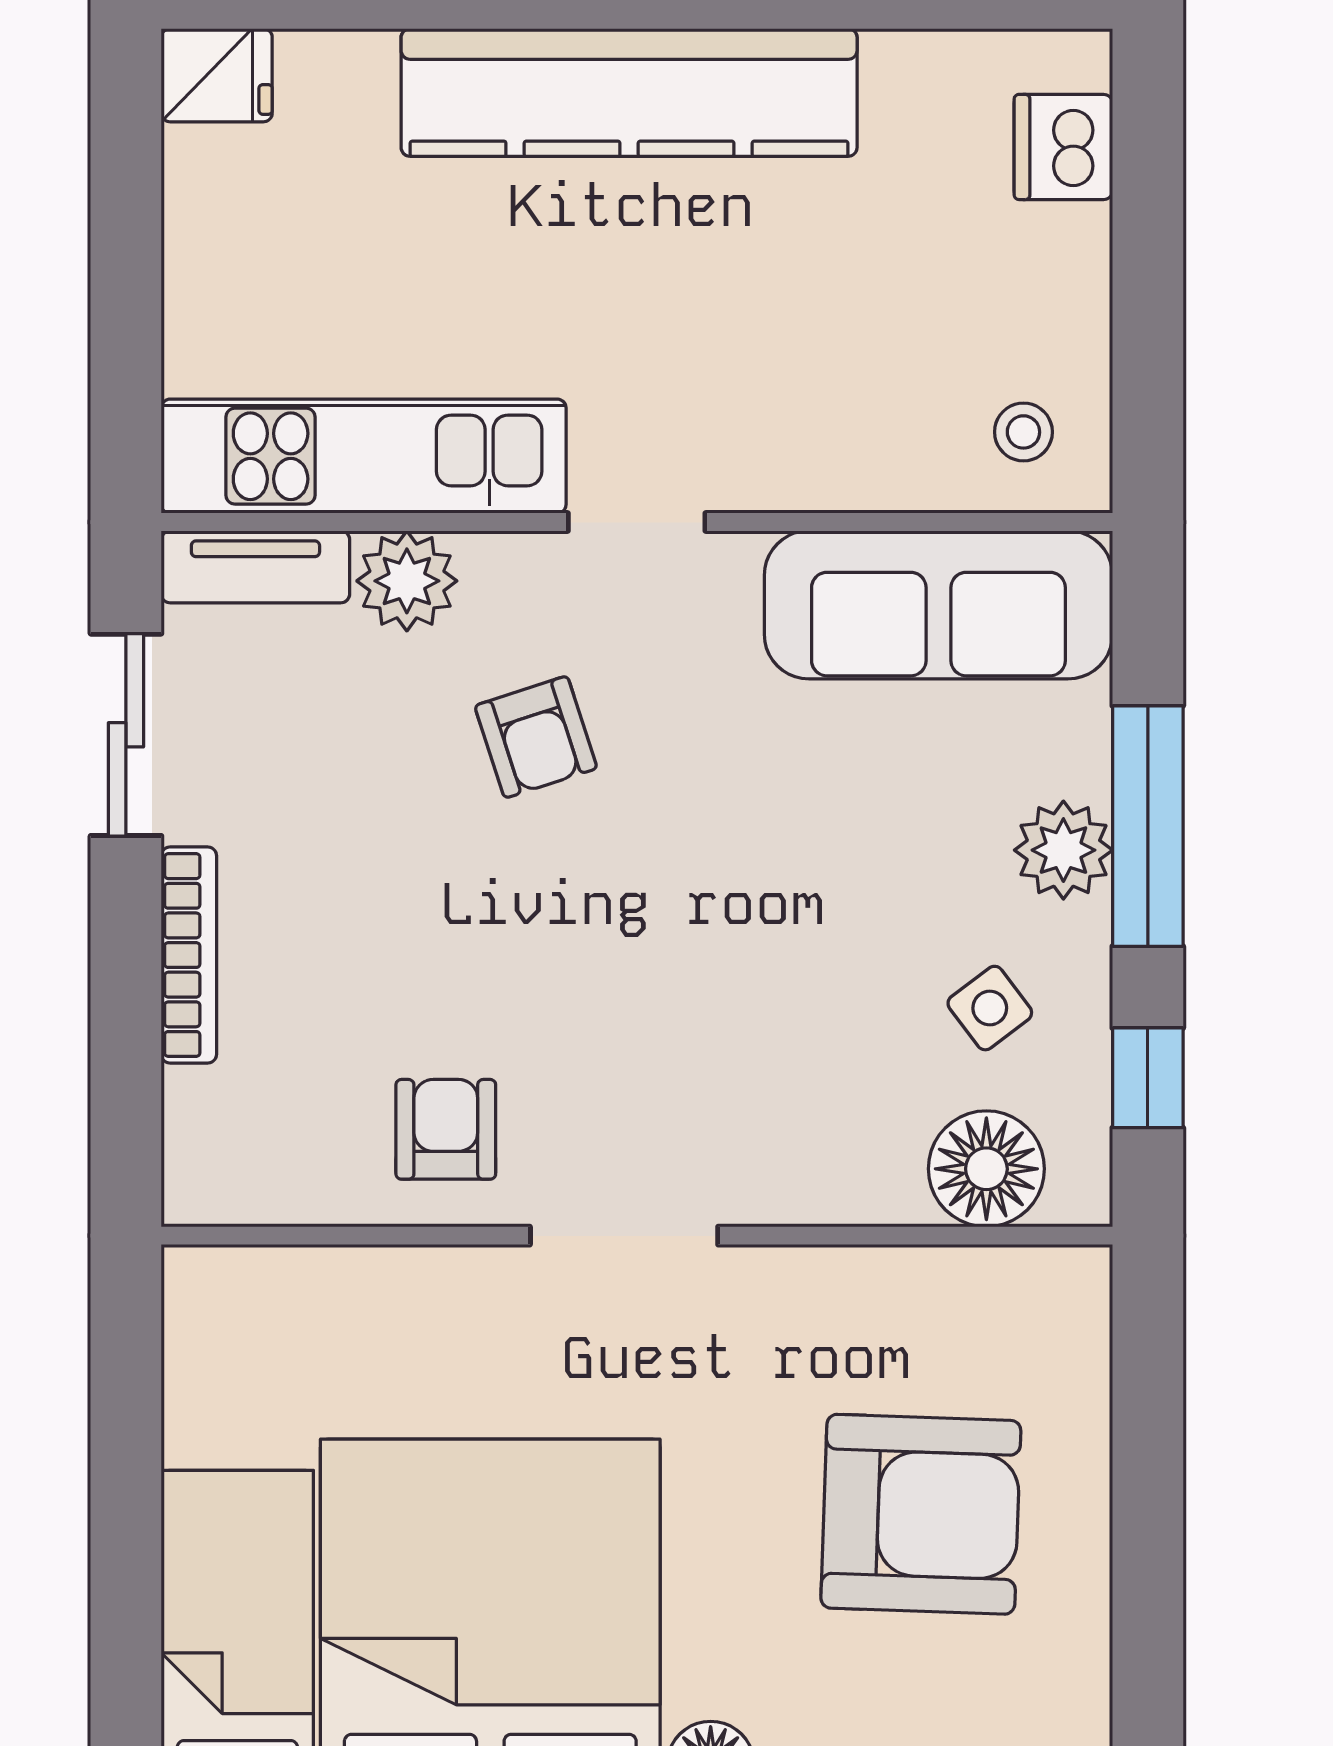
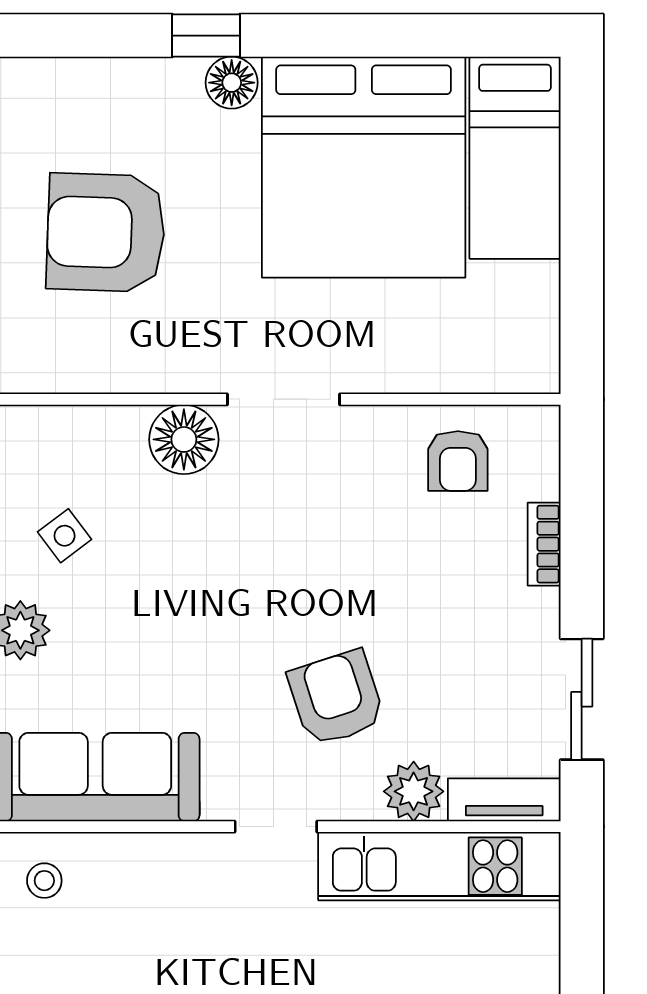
armchair: (536, 737) -> (336, 698), width x1.38, depth x1.38
bookcase: (189, 955) -> (544, 544), width x0.64
armchair: (446, 1129) -> (458, 461), moved
floor lamp: (986, 1169) -> (184, 439), moved

